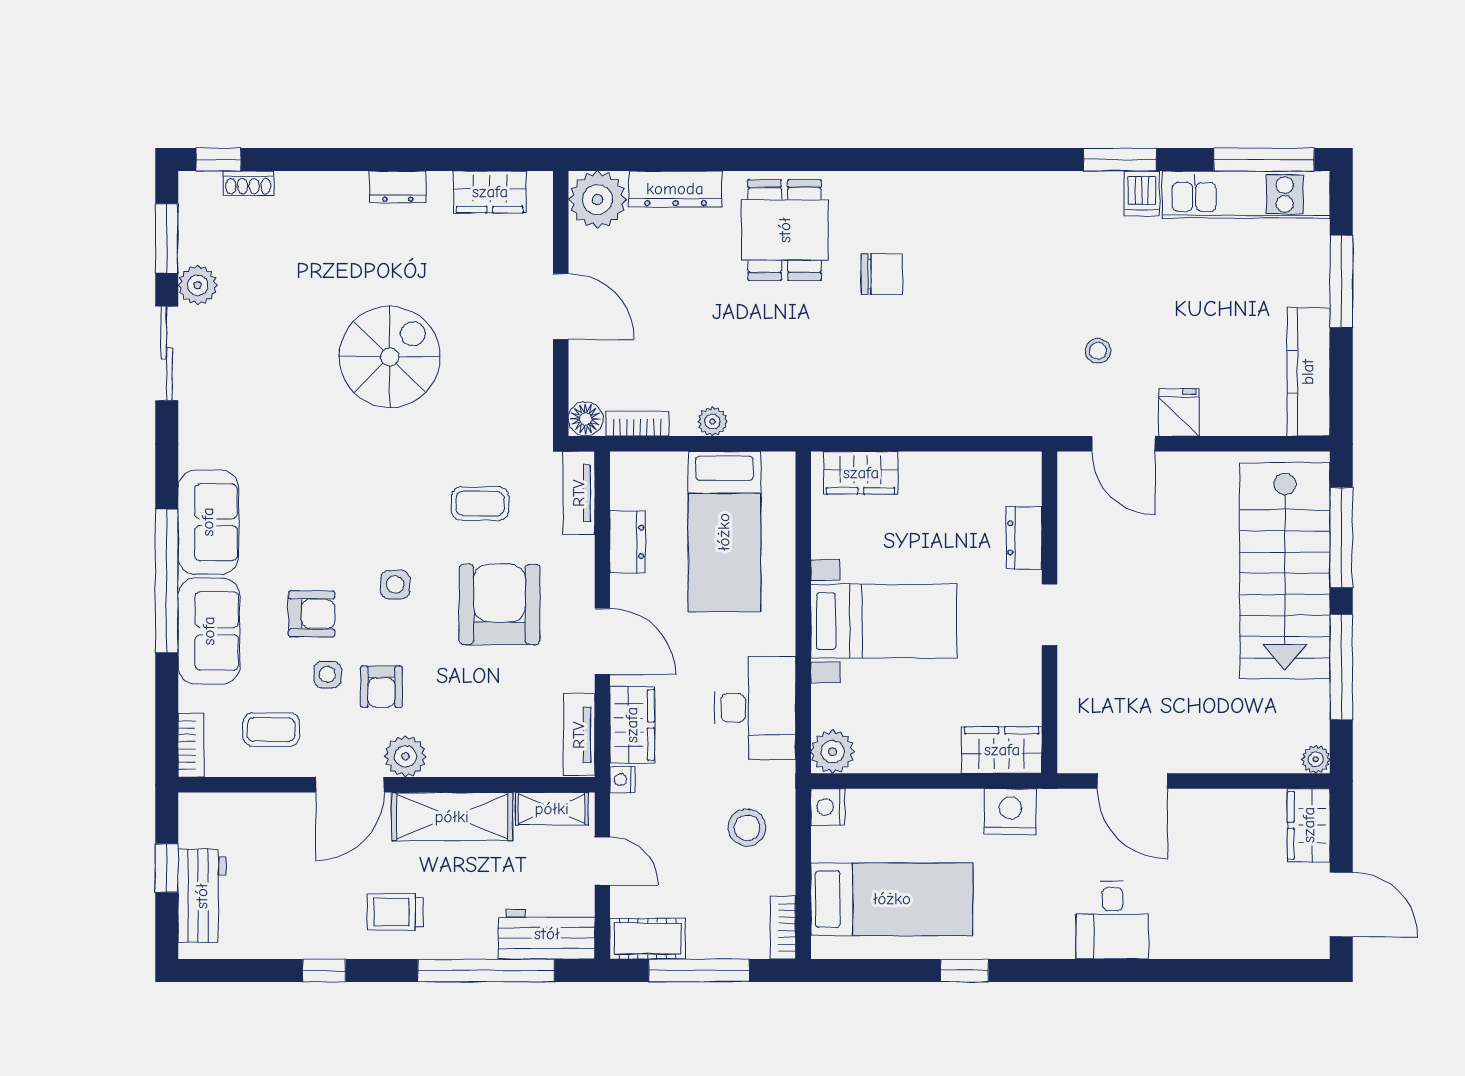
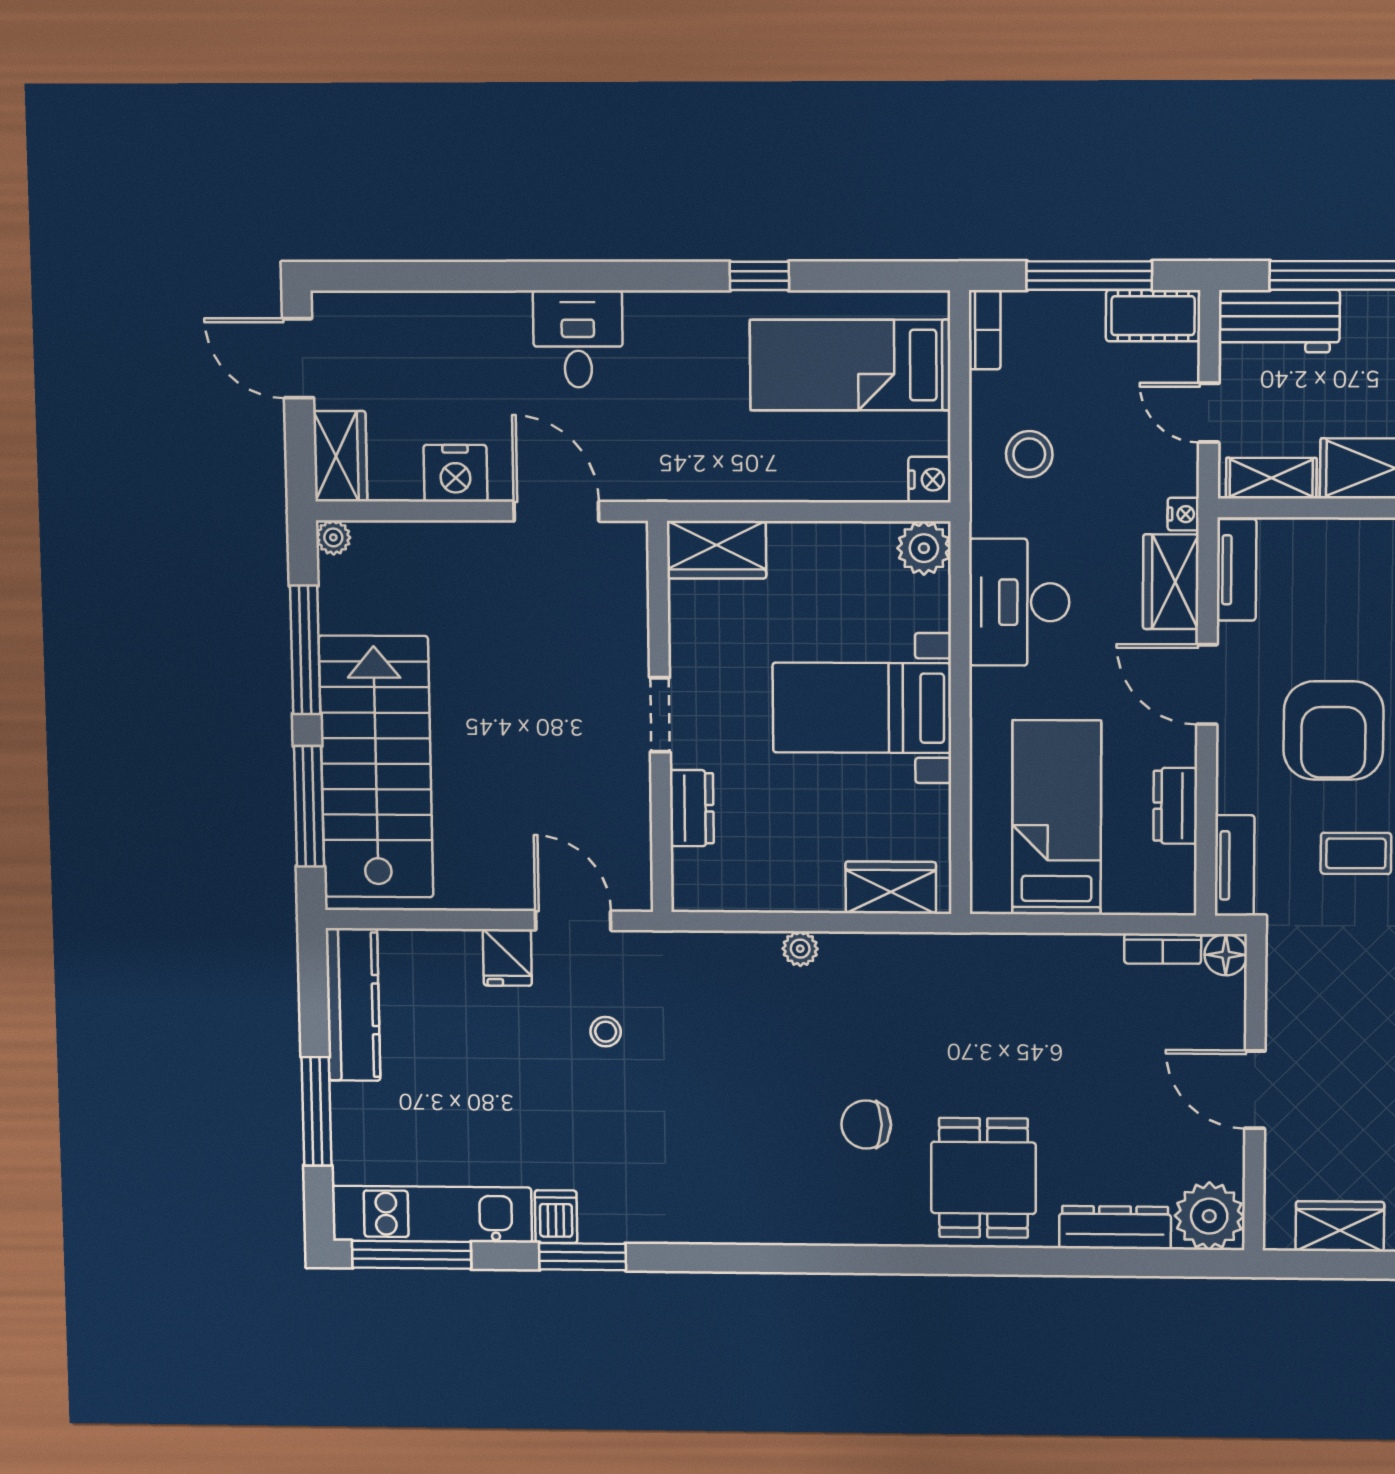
plant: (712, 422) -> (800, 949), moved
nightstand: (1010, 812) -> (455, 473), moved

